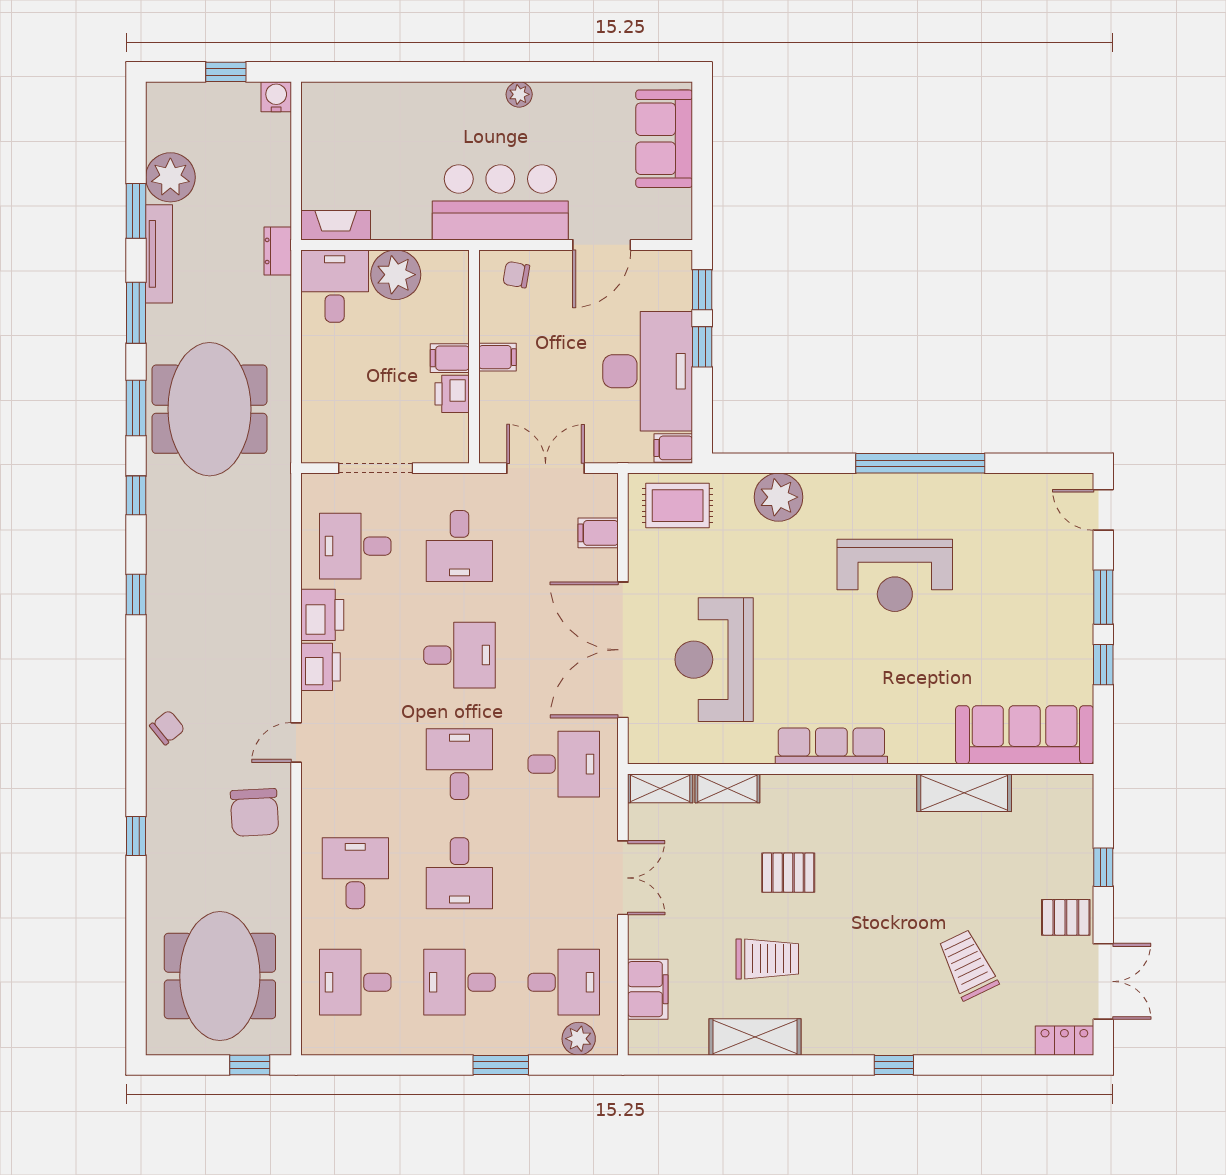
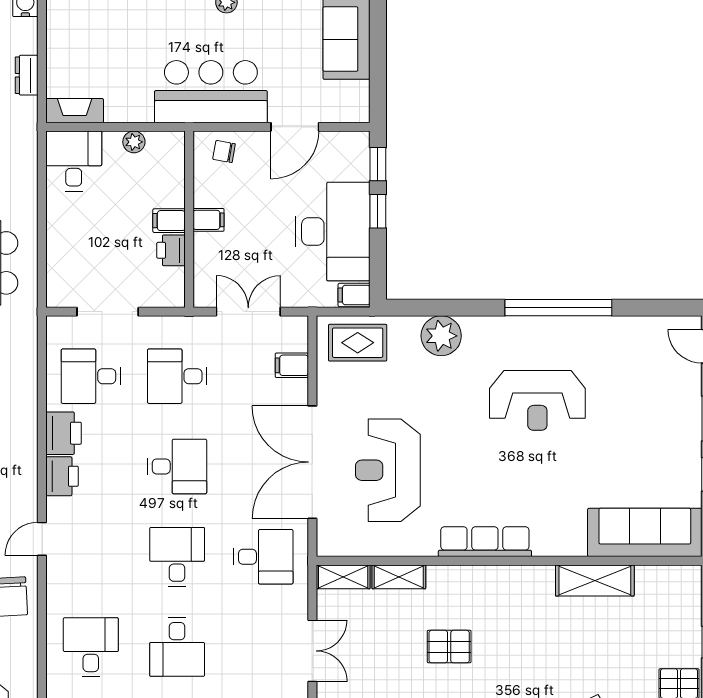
dresser: (278, 251) -> (27, 75), moved
plant: (396, 275) -> (134, 142), width x0.53, depth x0.53
desk: (459, 546) -> (177, 376), turned 90

